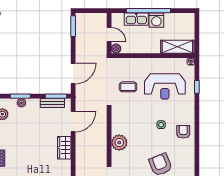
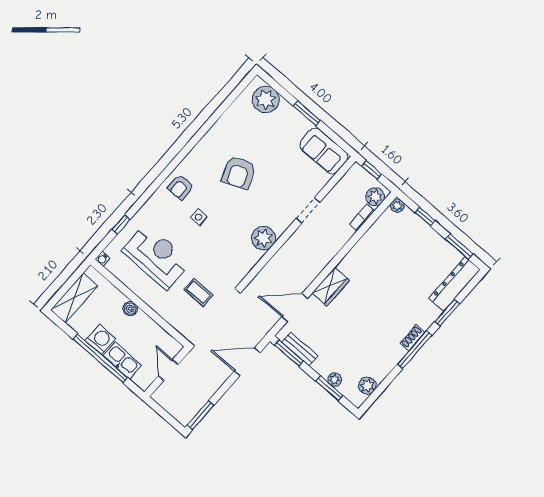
shelving: (177, 47) -> (74, 298), moved, turned 90
boiler: (116, 49) -> (130, 309), moved

